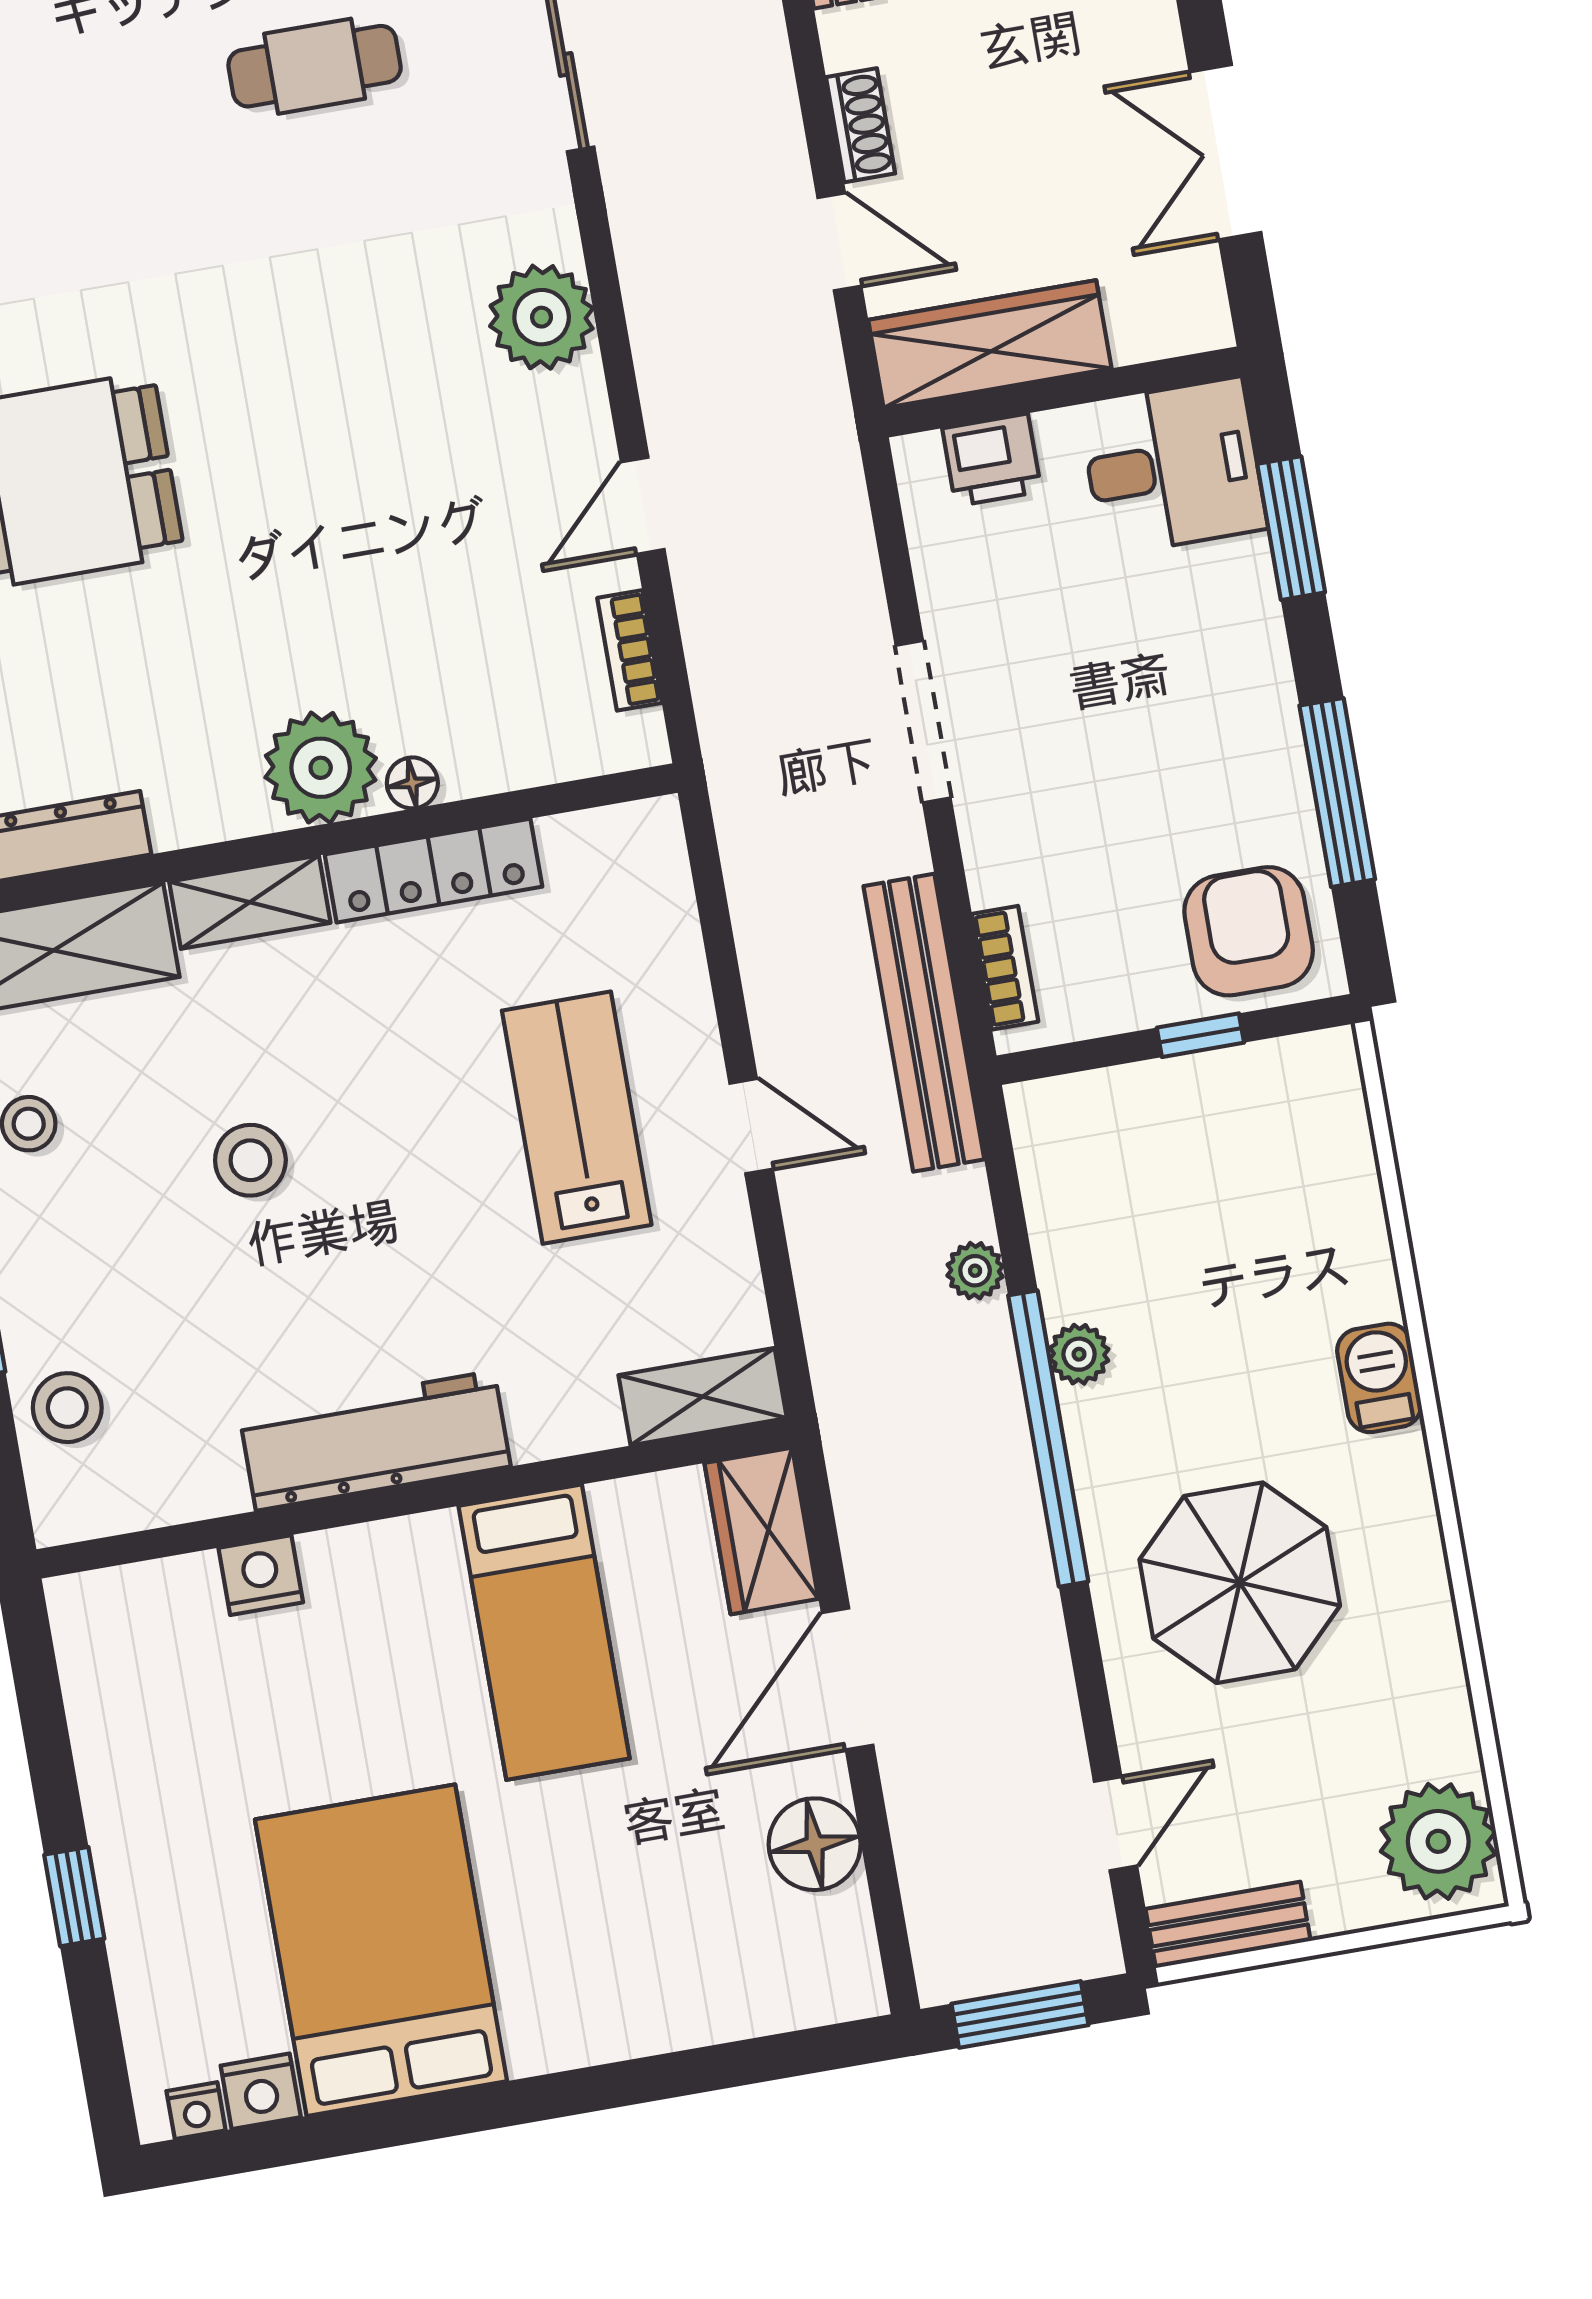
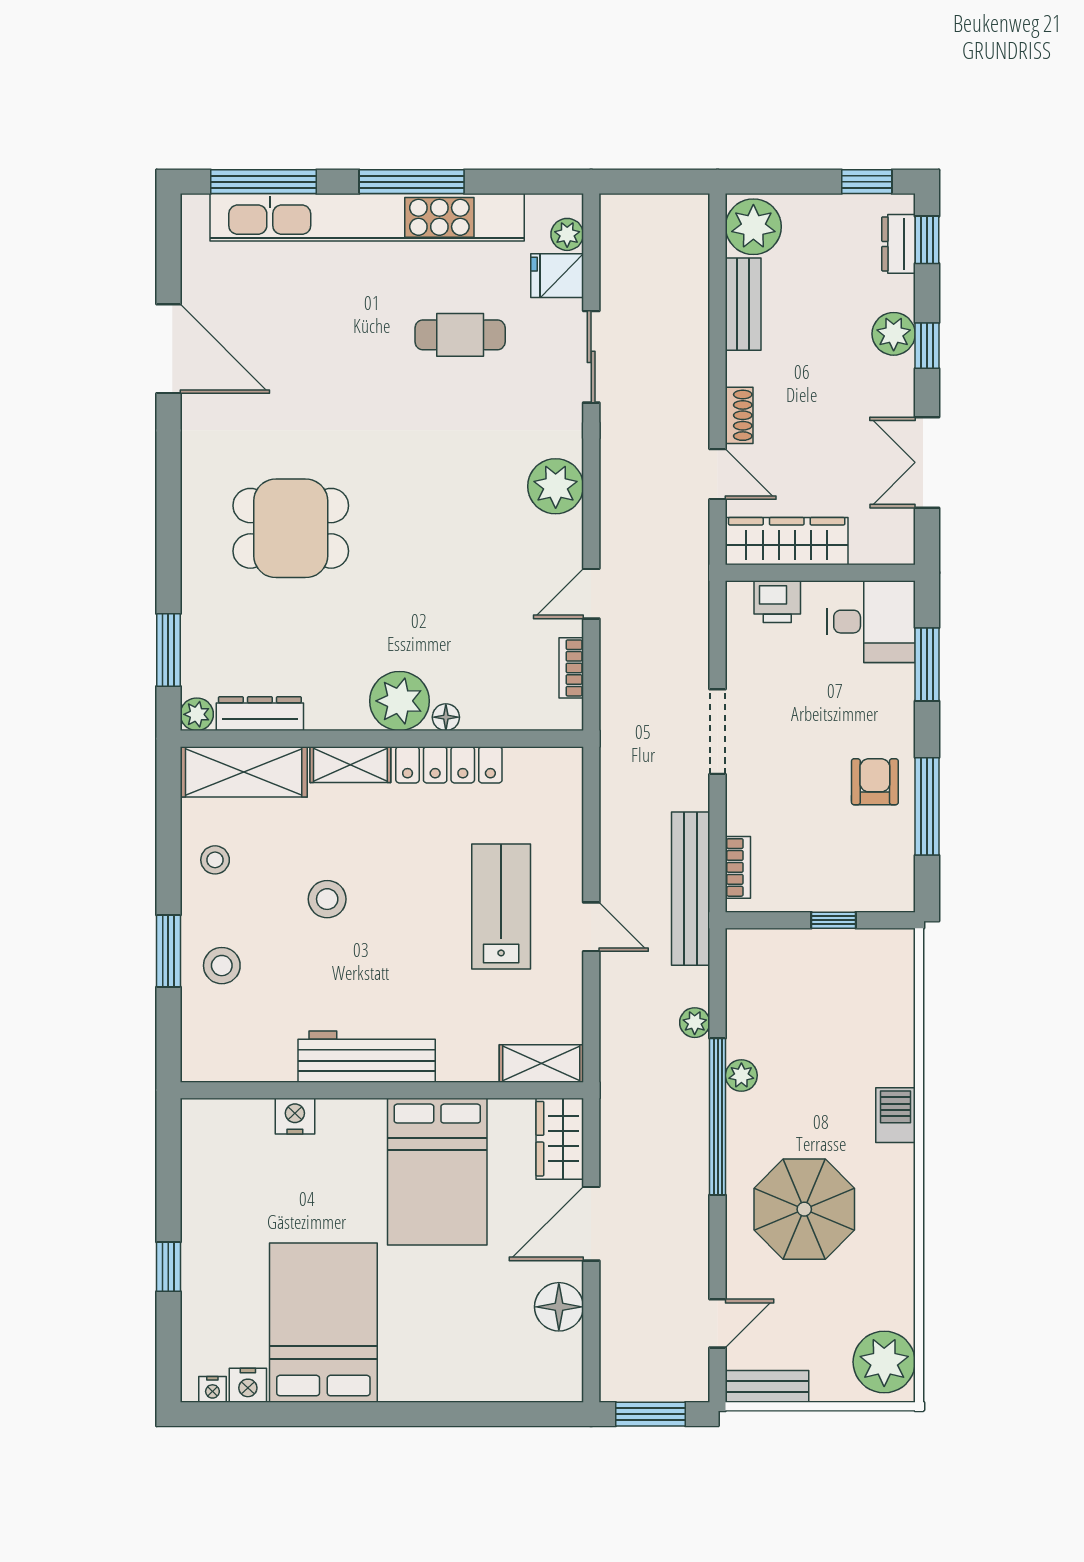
armchair: (1249, 931) -> (875, 782), moved, width x0.72, depth x0.72
stool: (67, 1408) -> (222, 966), moved
bed: (544, 1632) -> (437, 1172), width x1.50

